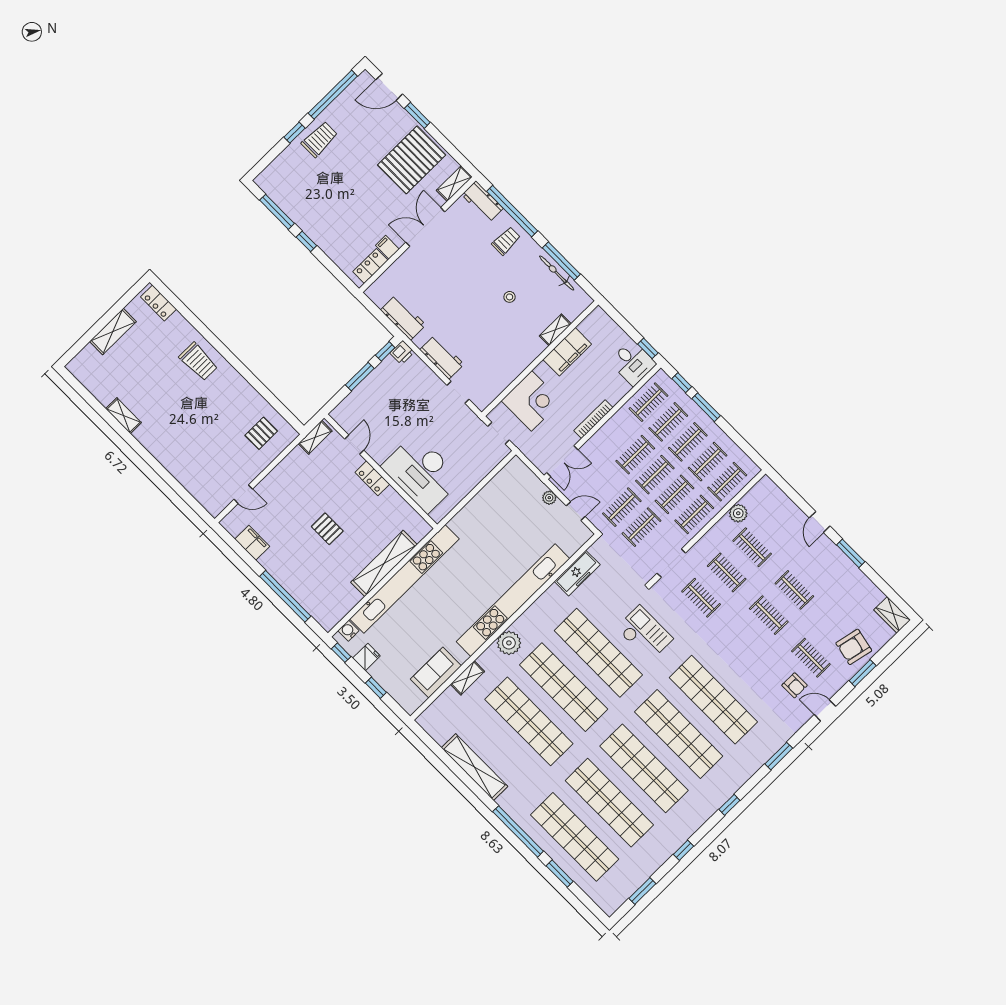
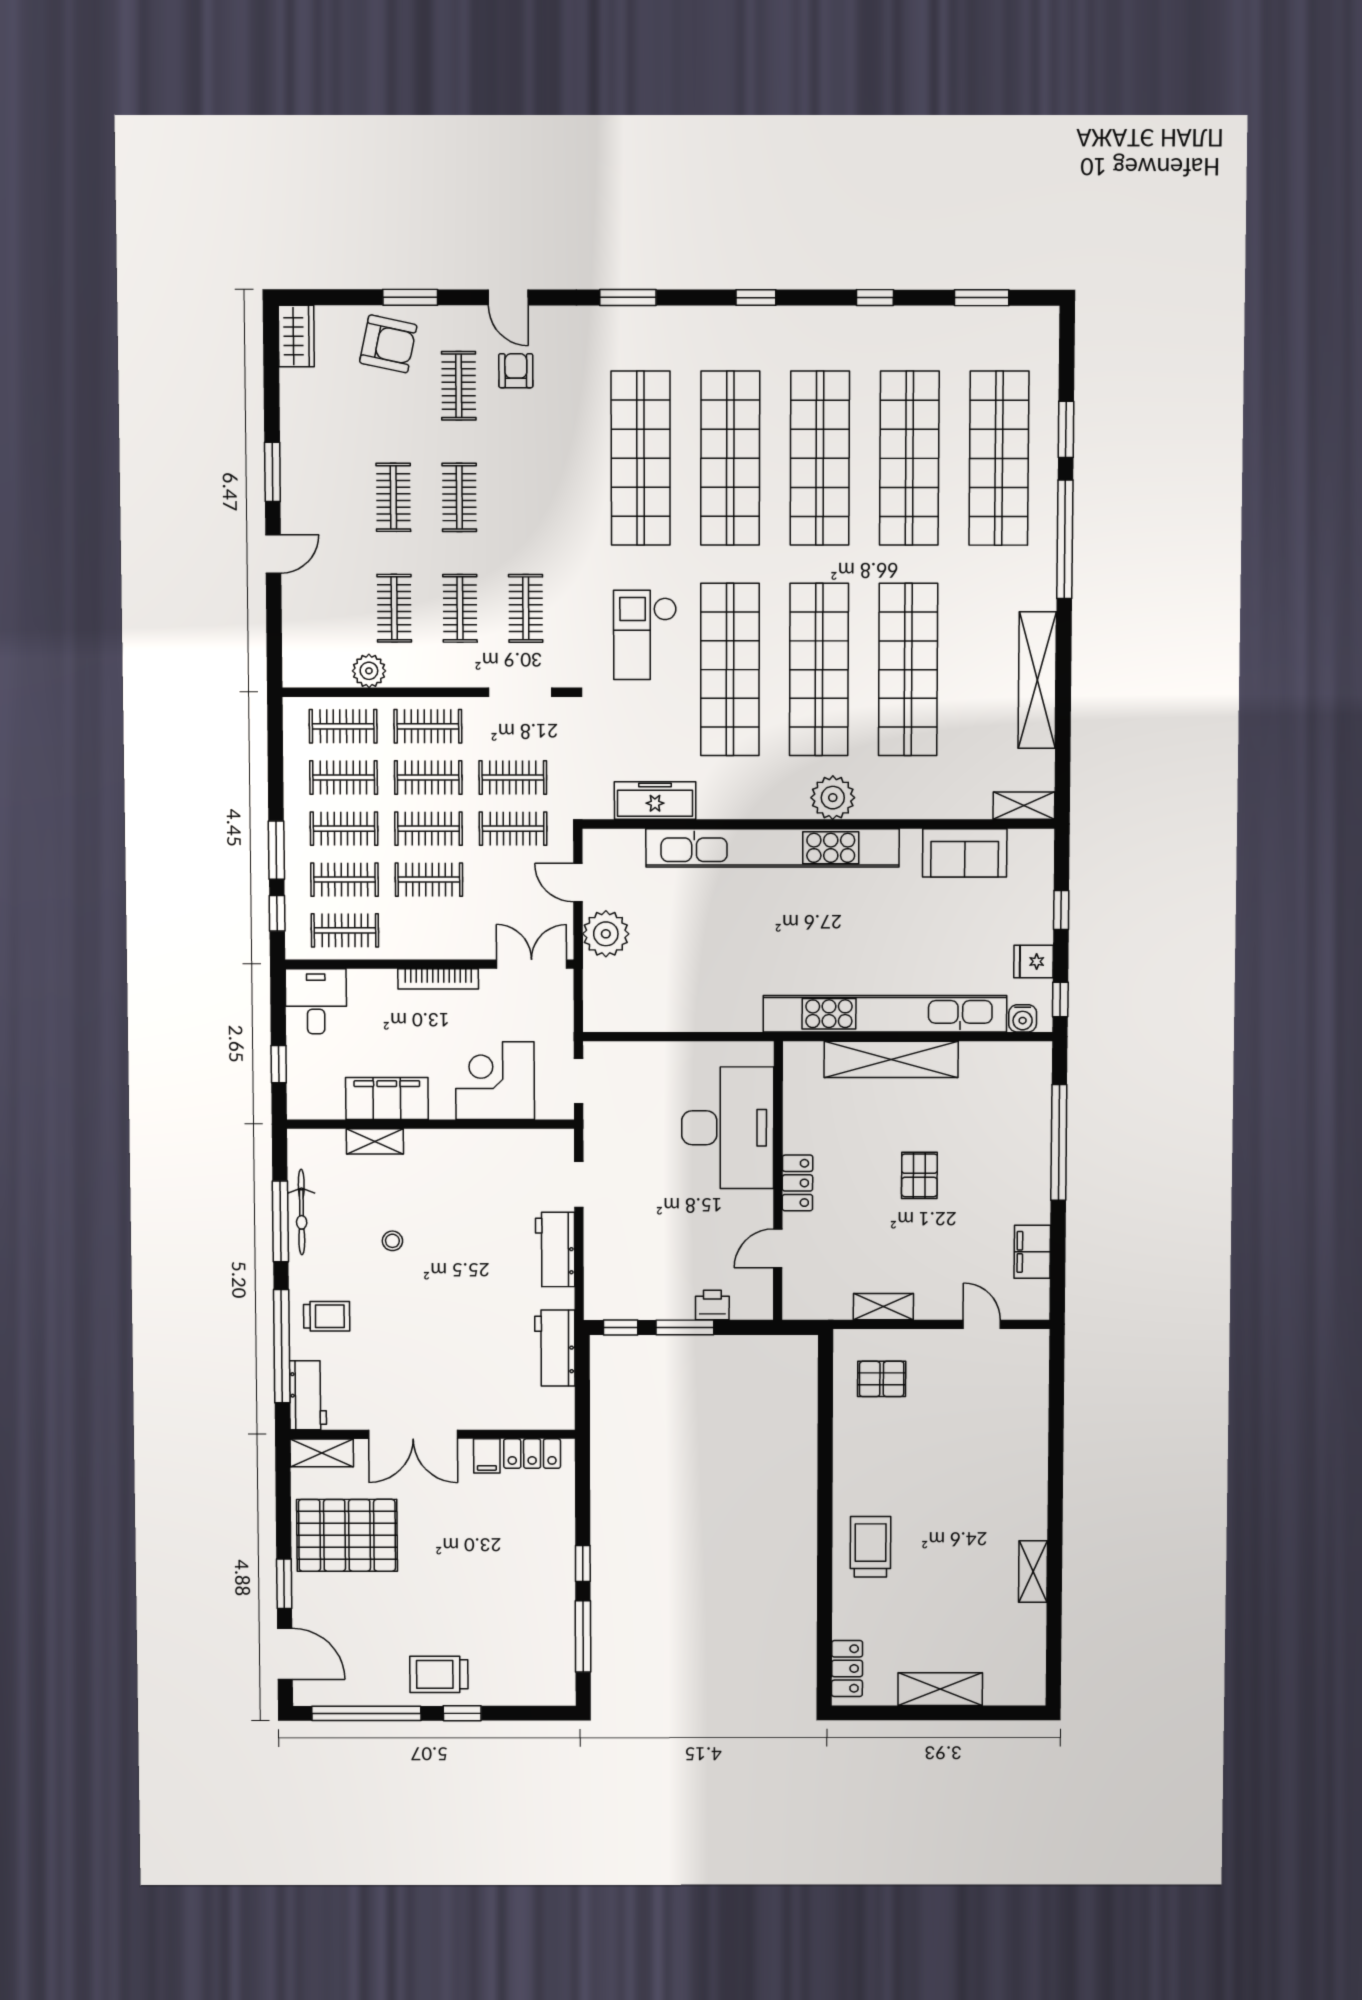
trolley: (506, 241) -> (327, 1316), turned 180
window: (648, 348) -> (279, 1064), moved
printer: (402, 353) -> (712, 1305), moved
shelving: (315, 437) -> (883, 1307), moved
plant: (549, 498) -> (606, 934), width x1.88, depth x1.88
shelving: (467, 678) -> (1024, 806), moved

